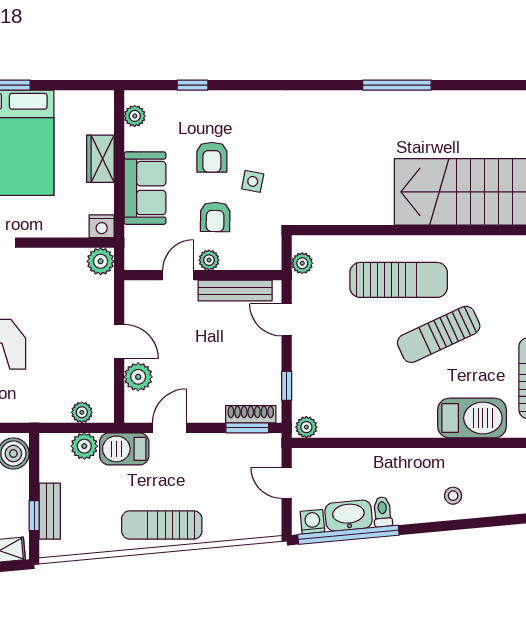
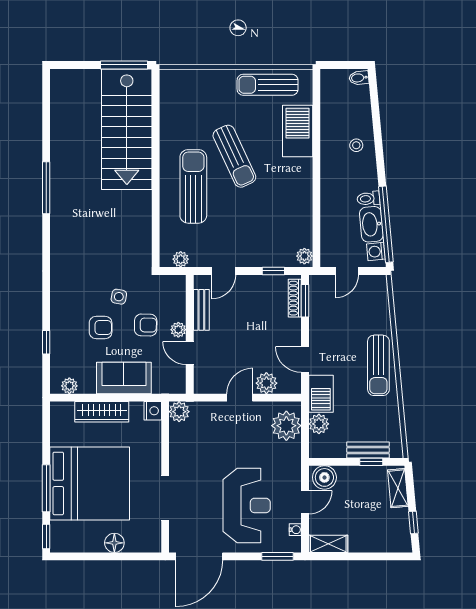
wardrobe: (100, 159) -> (102, 412), width x1.50
bench: (235, 291) -> (201, 310), width x0.73
plant: (82, 412) -> (286, 426), width x1.88, depth x1.88

